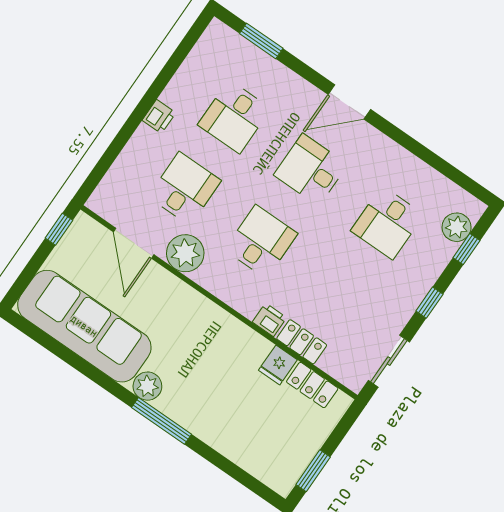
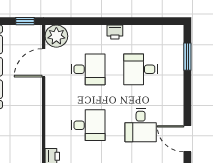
door: (349, 102) -> (187, 139), moved
desk: (311, 170) -> (141, 125), turned 180
plant: (185, 253) -> (56, 36), moved

